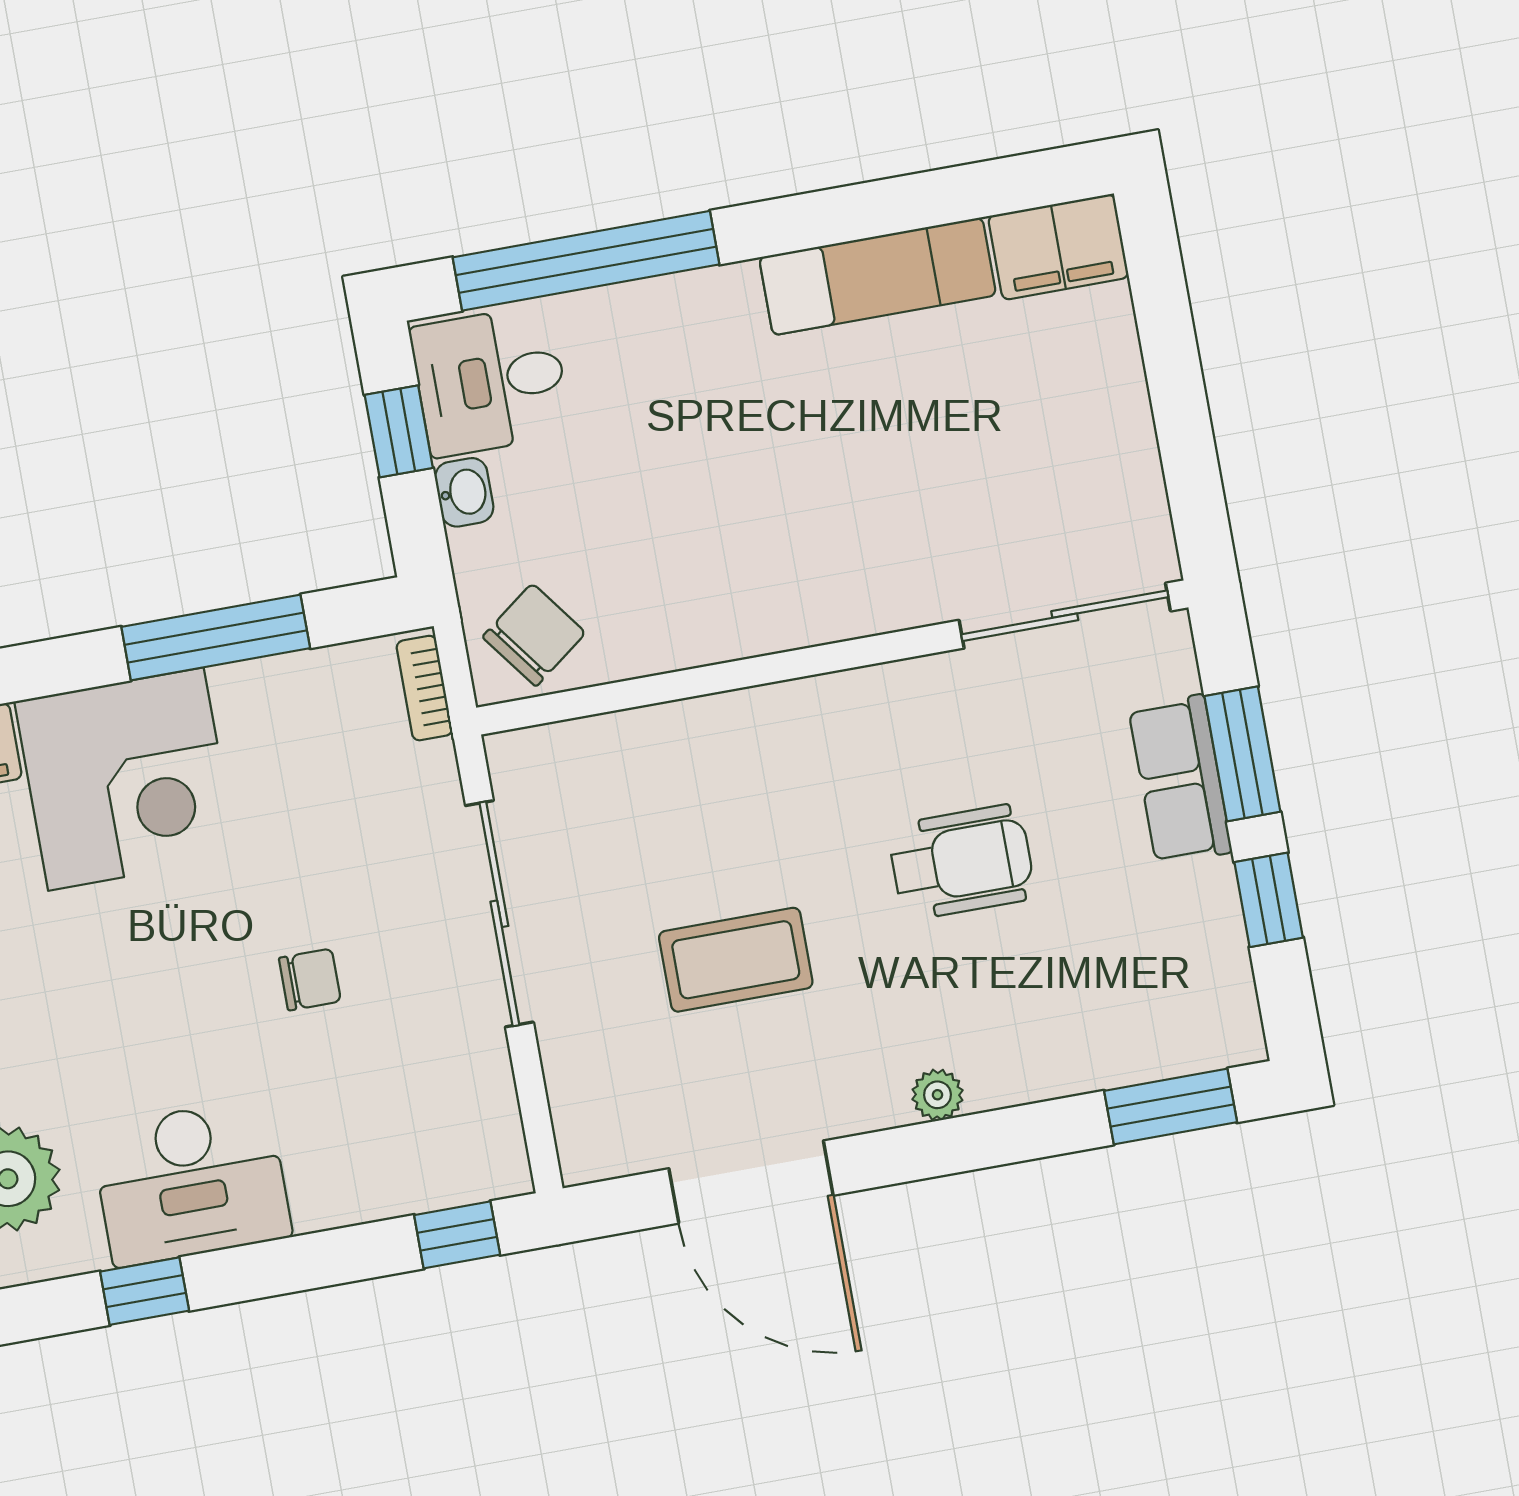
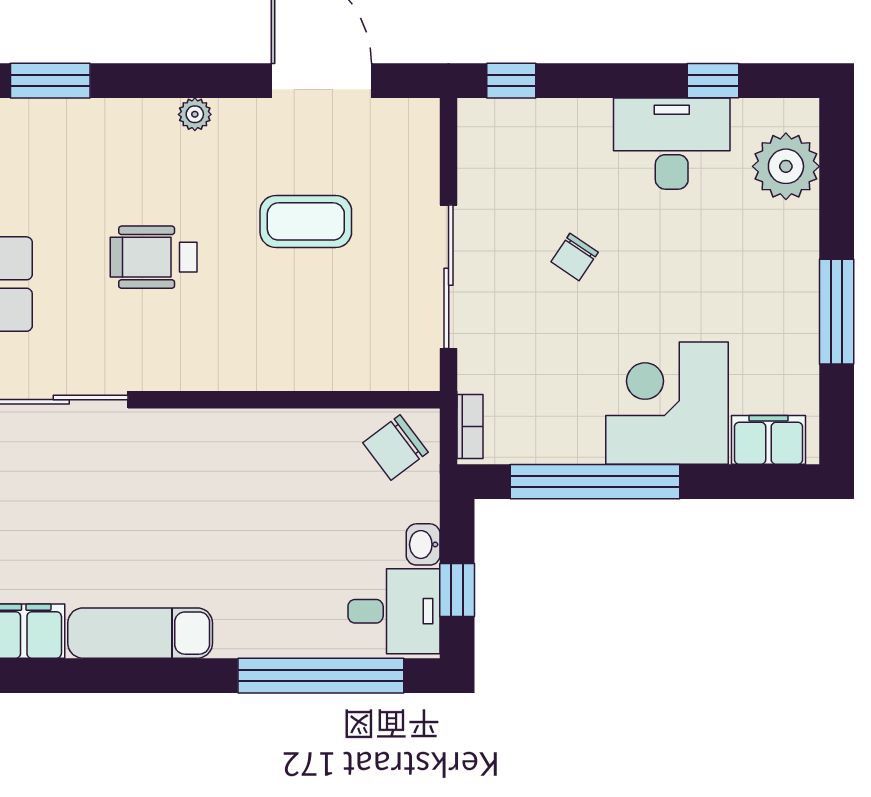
window: (216, 638) -> (595, 482), width x1.46
chair: (310, 980) -> (575, 257), turned -56

